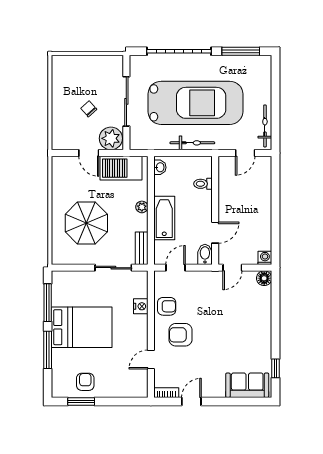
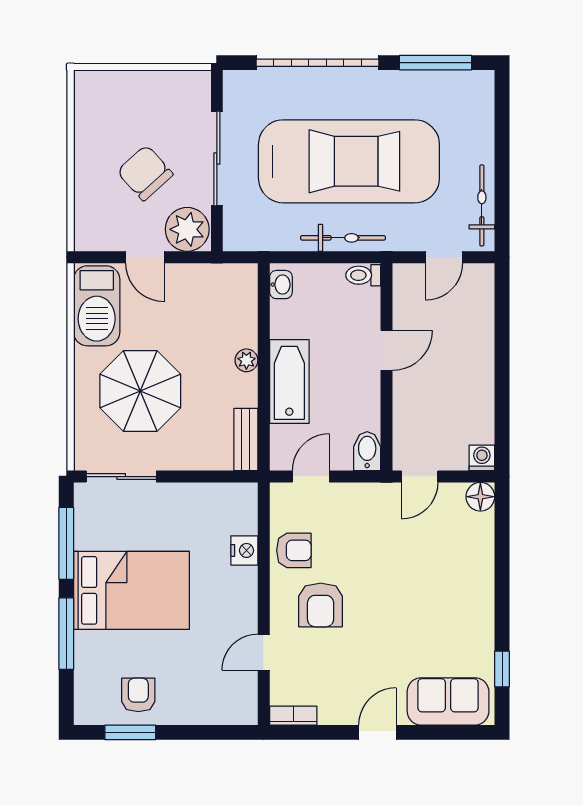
chair: (89, 109) -> (145, 173), width x1.87, depth x1.87
barbecue: (121, 168) -> (97, 306), moved, turned -90
toilet: (203, 184) -> (363, 275), moved
door: (215, 233) -> (386, 350), moved
sliding door: (113, 268) -> (121, 477), moved
armchair: (181, 335) -> (321, 605), turned -90
door: (191, 401) -> (377, 732), moved

